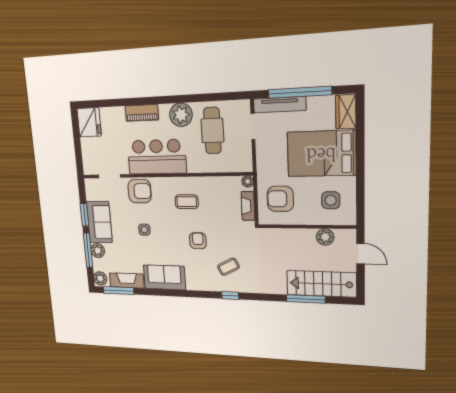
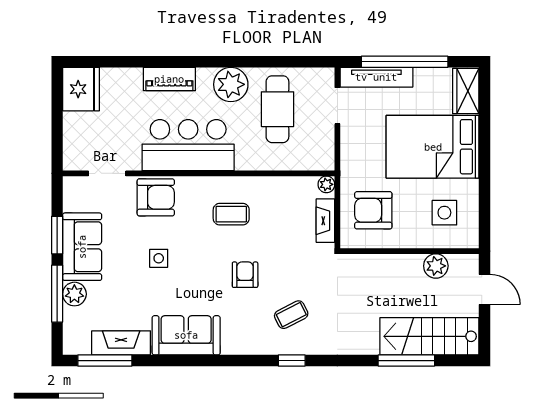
plant: (100, 278) -> (74, 341), removed

